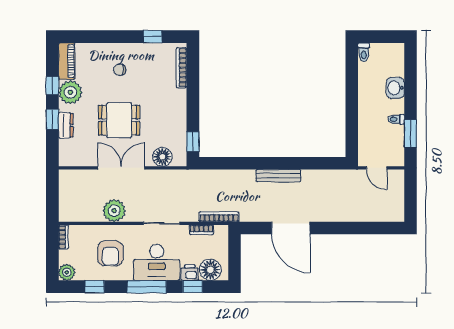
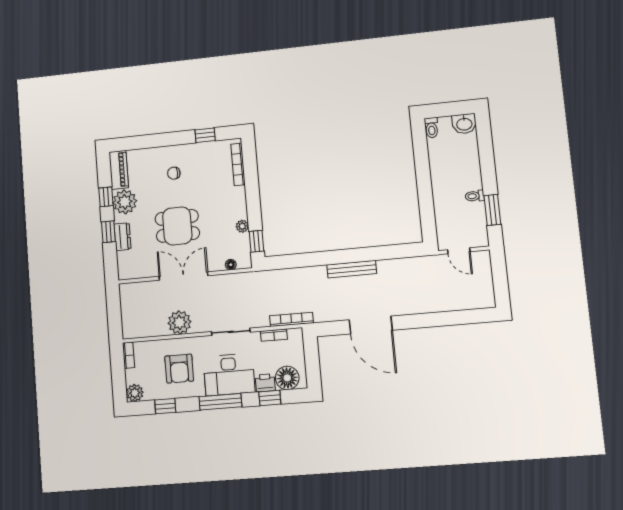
washbasin: (395, 88) -> (464, 124), moved, turned -90
plant: (181, 126) -> (242, 226), added
floor lamp: (162, 157) -> (231, 265), width x0.53, depth x0.53

